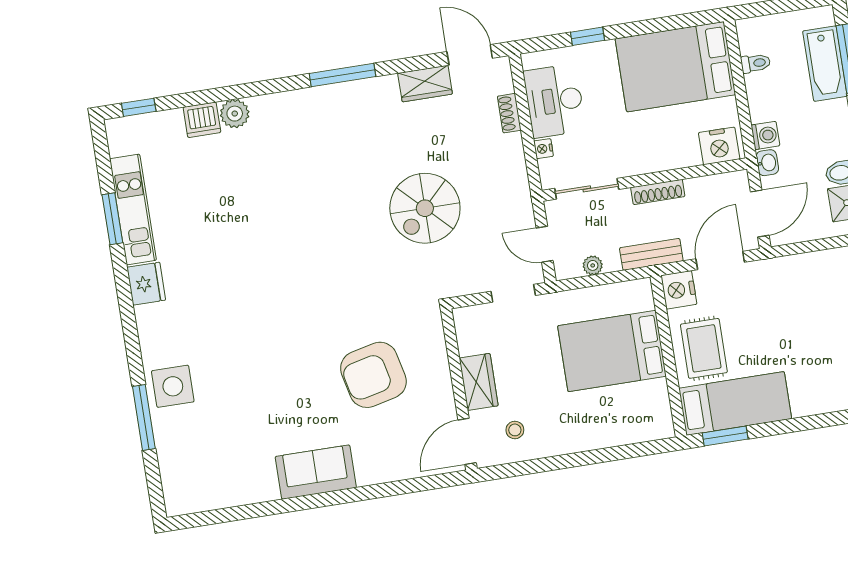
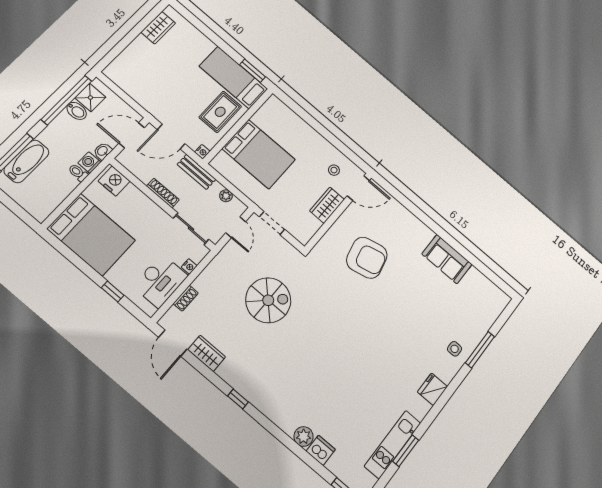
toilet: (756, 63) -> (78, 173), moved
window: (342, 75) -> (238, 399), width x0.46
fridge: (146, 284) -> (432, 389), moved
nightstand: (679, 290) -> (202, 152), width x0.53, depth x0.56
side table: (173, 386) -> (455, 349), width x0.54, depth x0.54
sofa: (316, 472) -> (447, 259), moved

